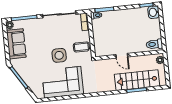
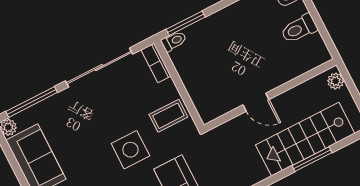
toilet: (154, 44) -> (299, 29), moved

